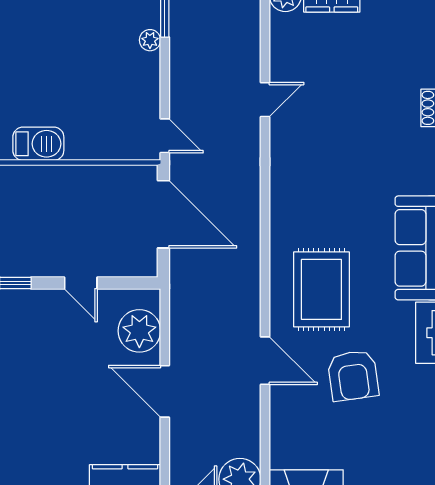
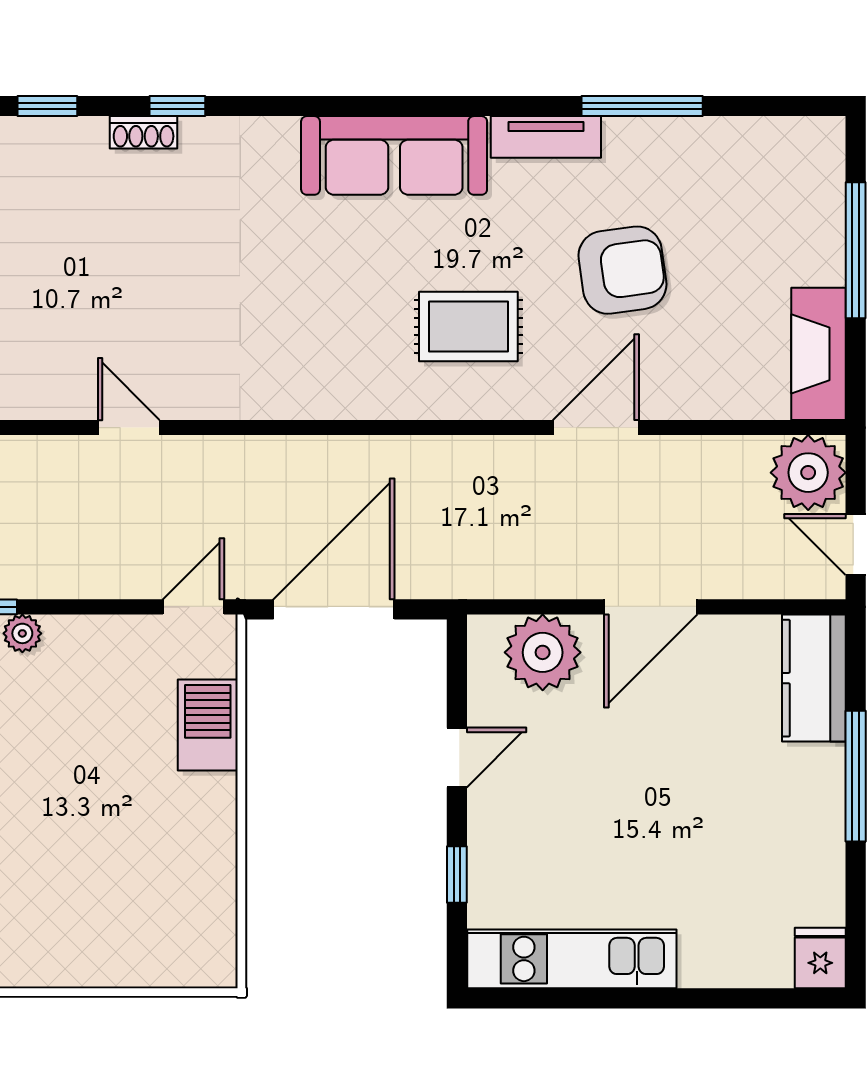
barbecue: (38, 144) -> (208, 725), moved
rug: (321, 289) -> (468, 327), width x0.73, depth x0.70

